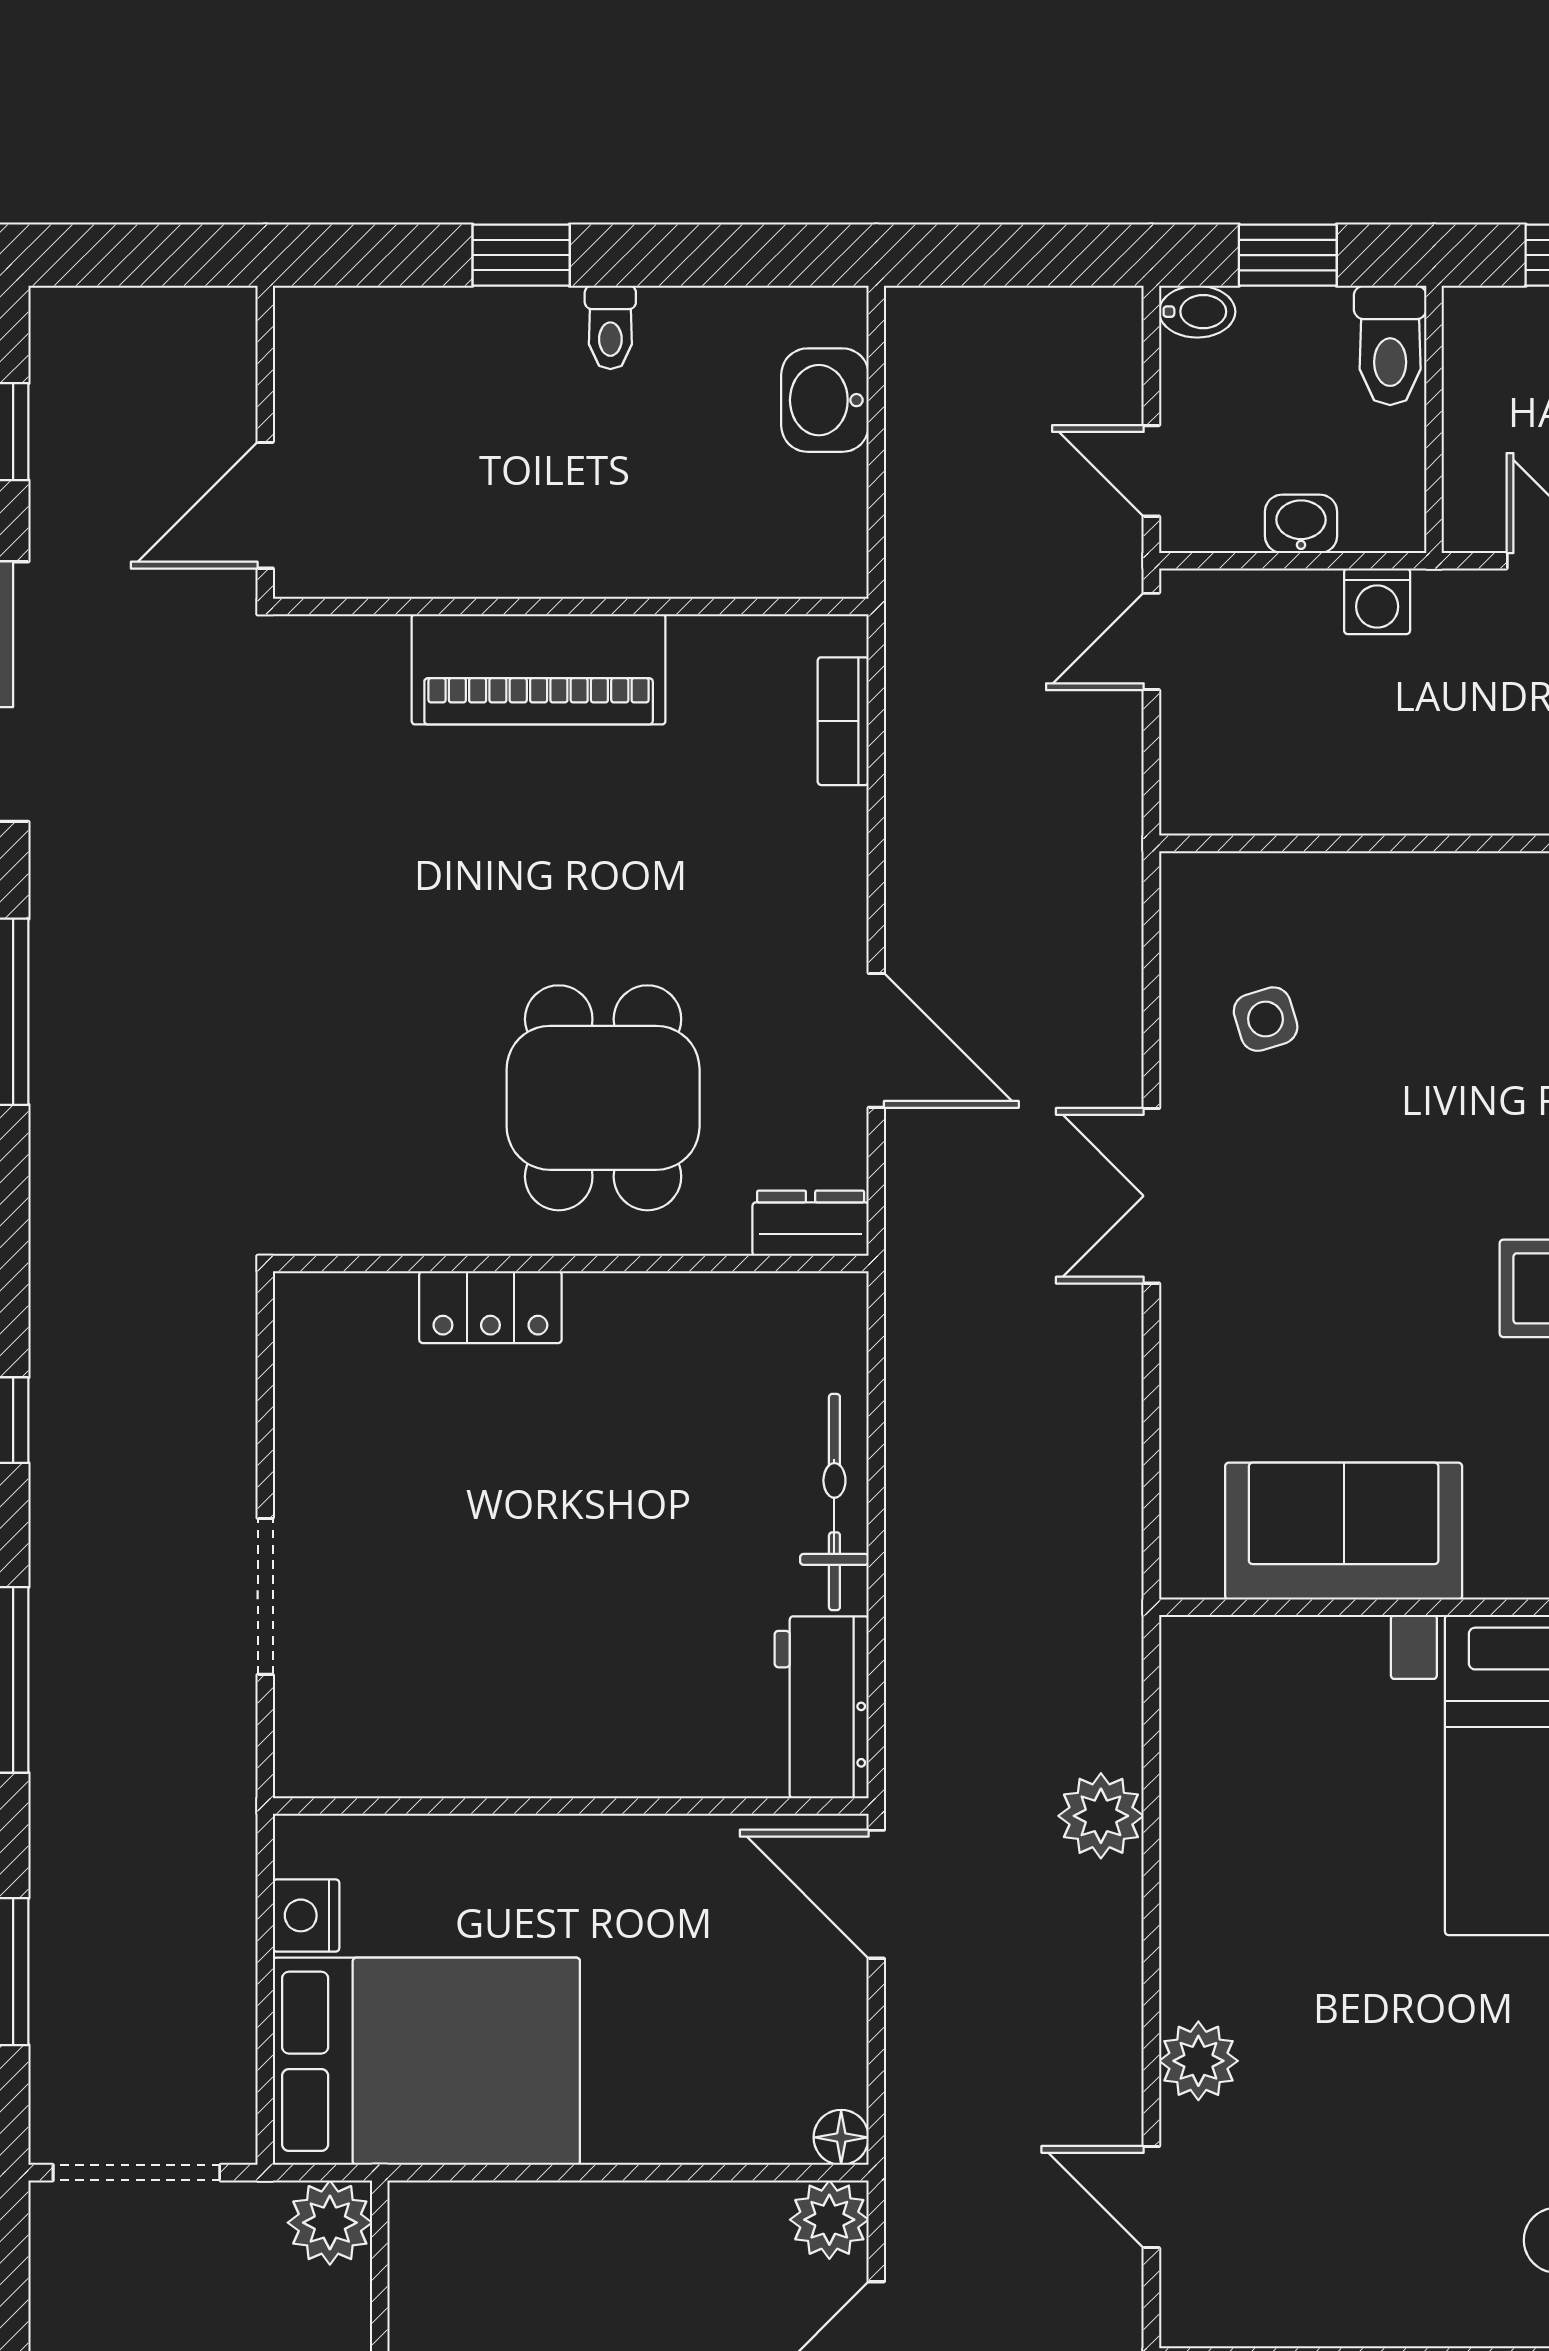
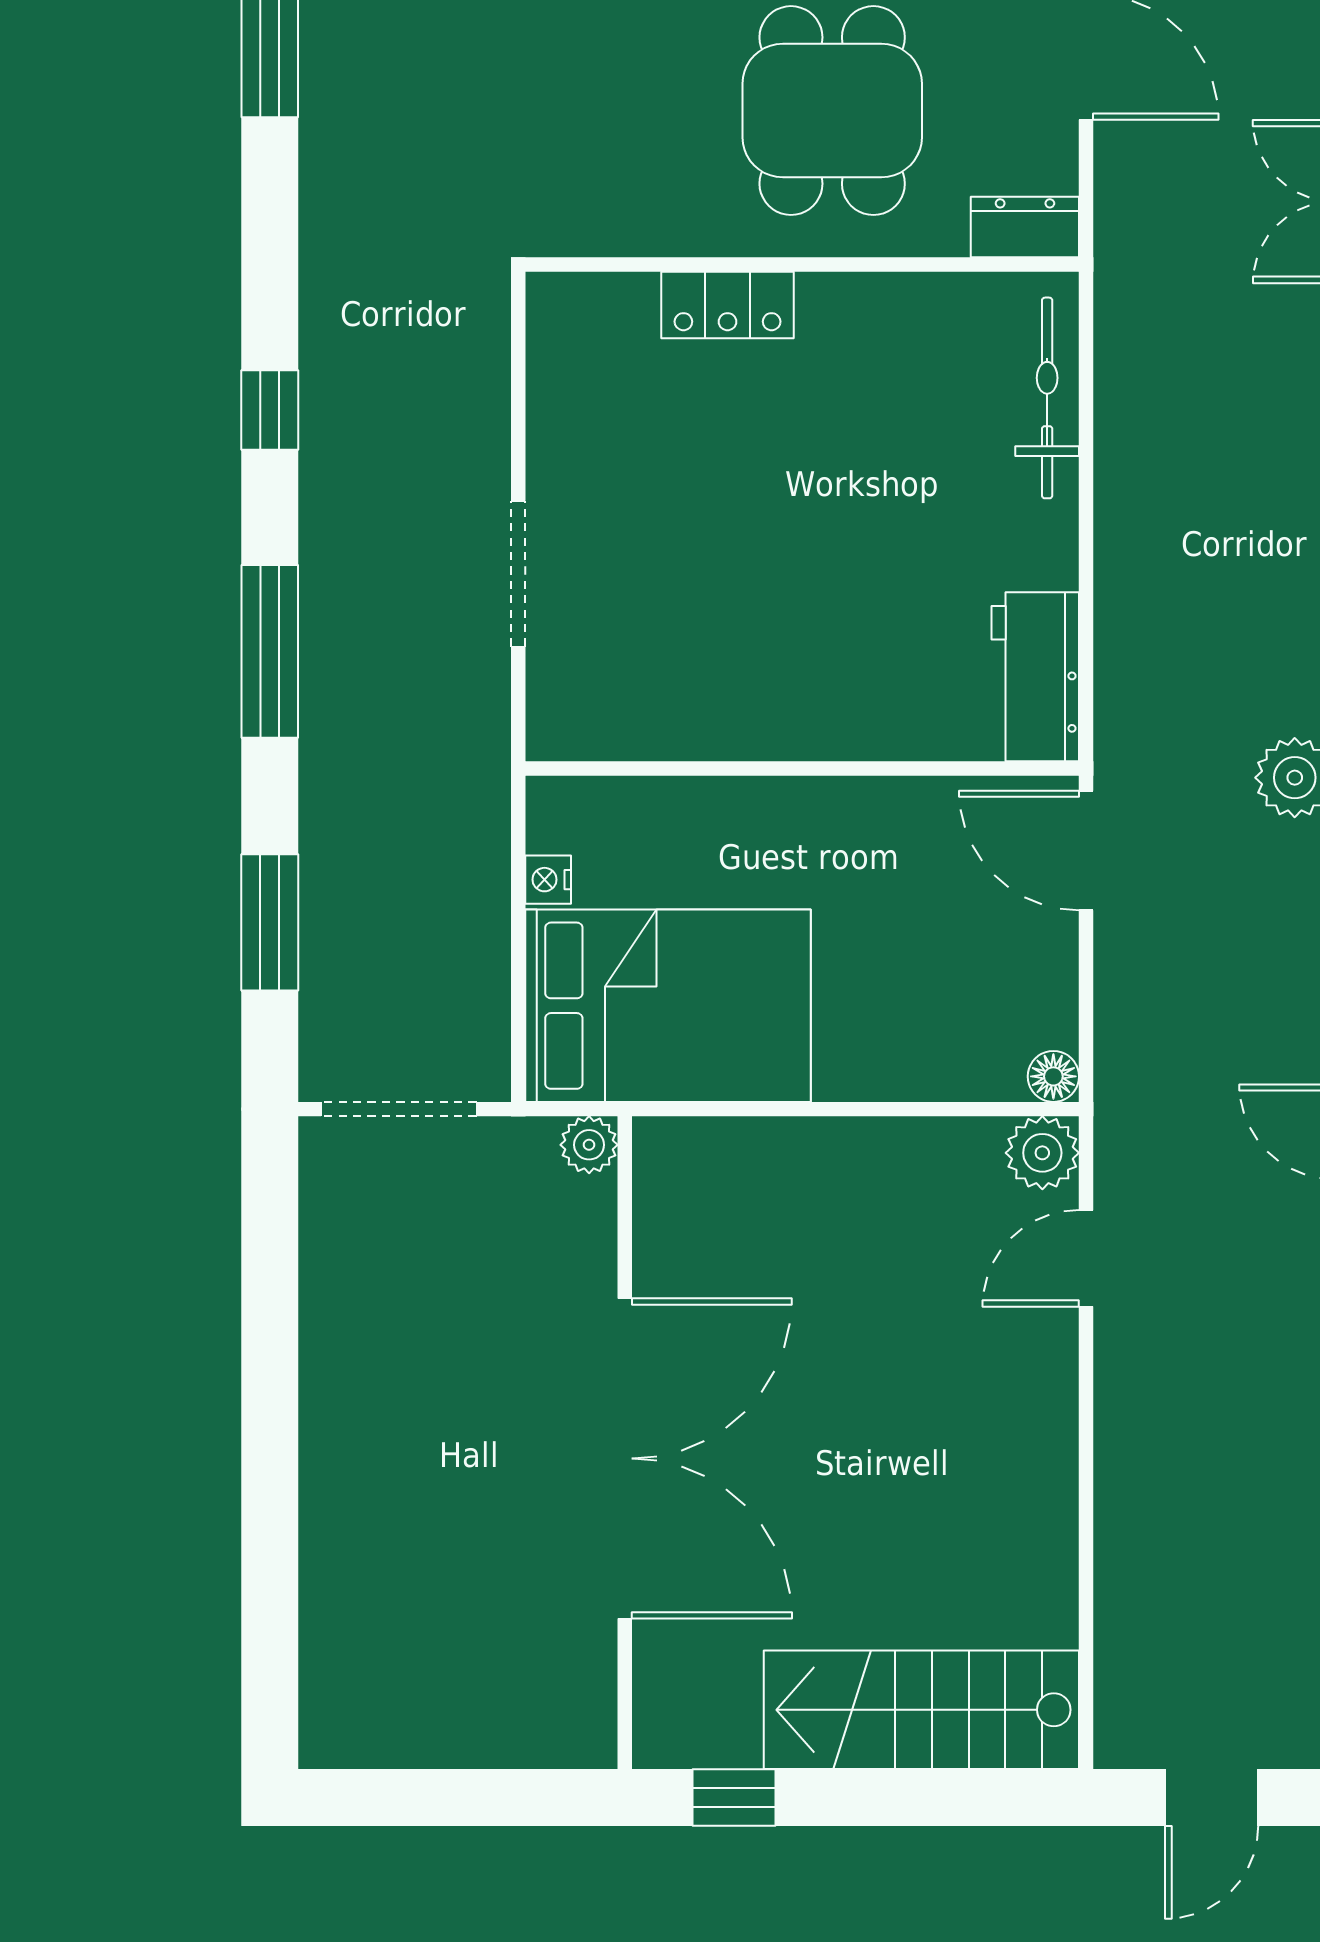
bicycle: (834, 1502) -> (1047, 398), moved
nightstand: (306, 1915) -> (548, 880), width x0.72, depth x0.74
plant: (330, 2223) -> (589, 1145), width x0.73, depth x0.73

